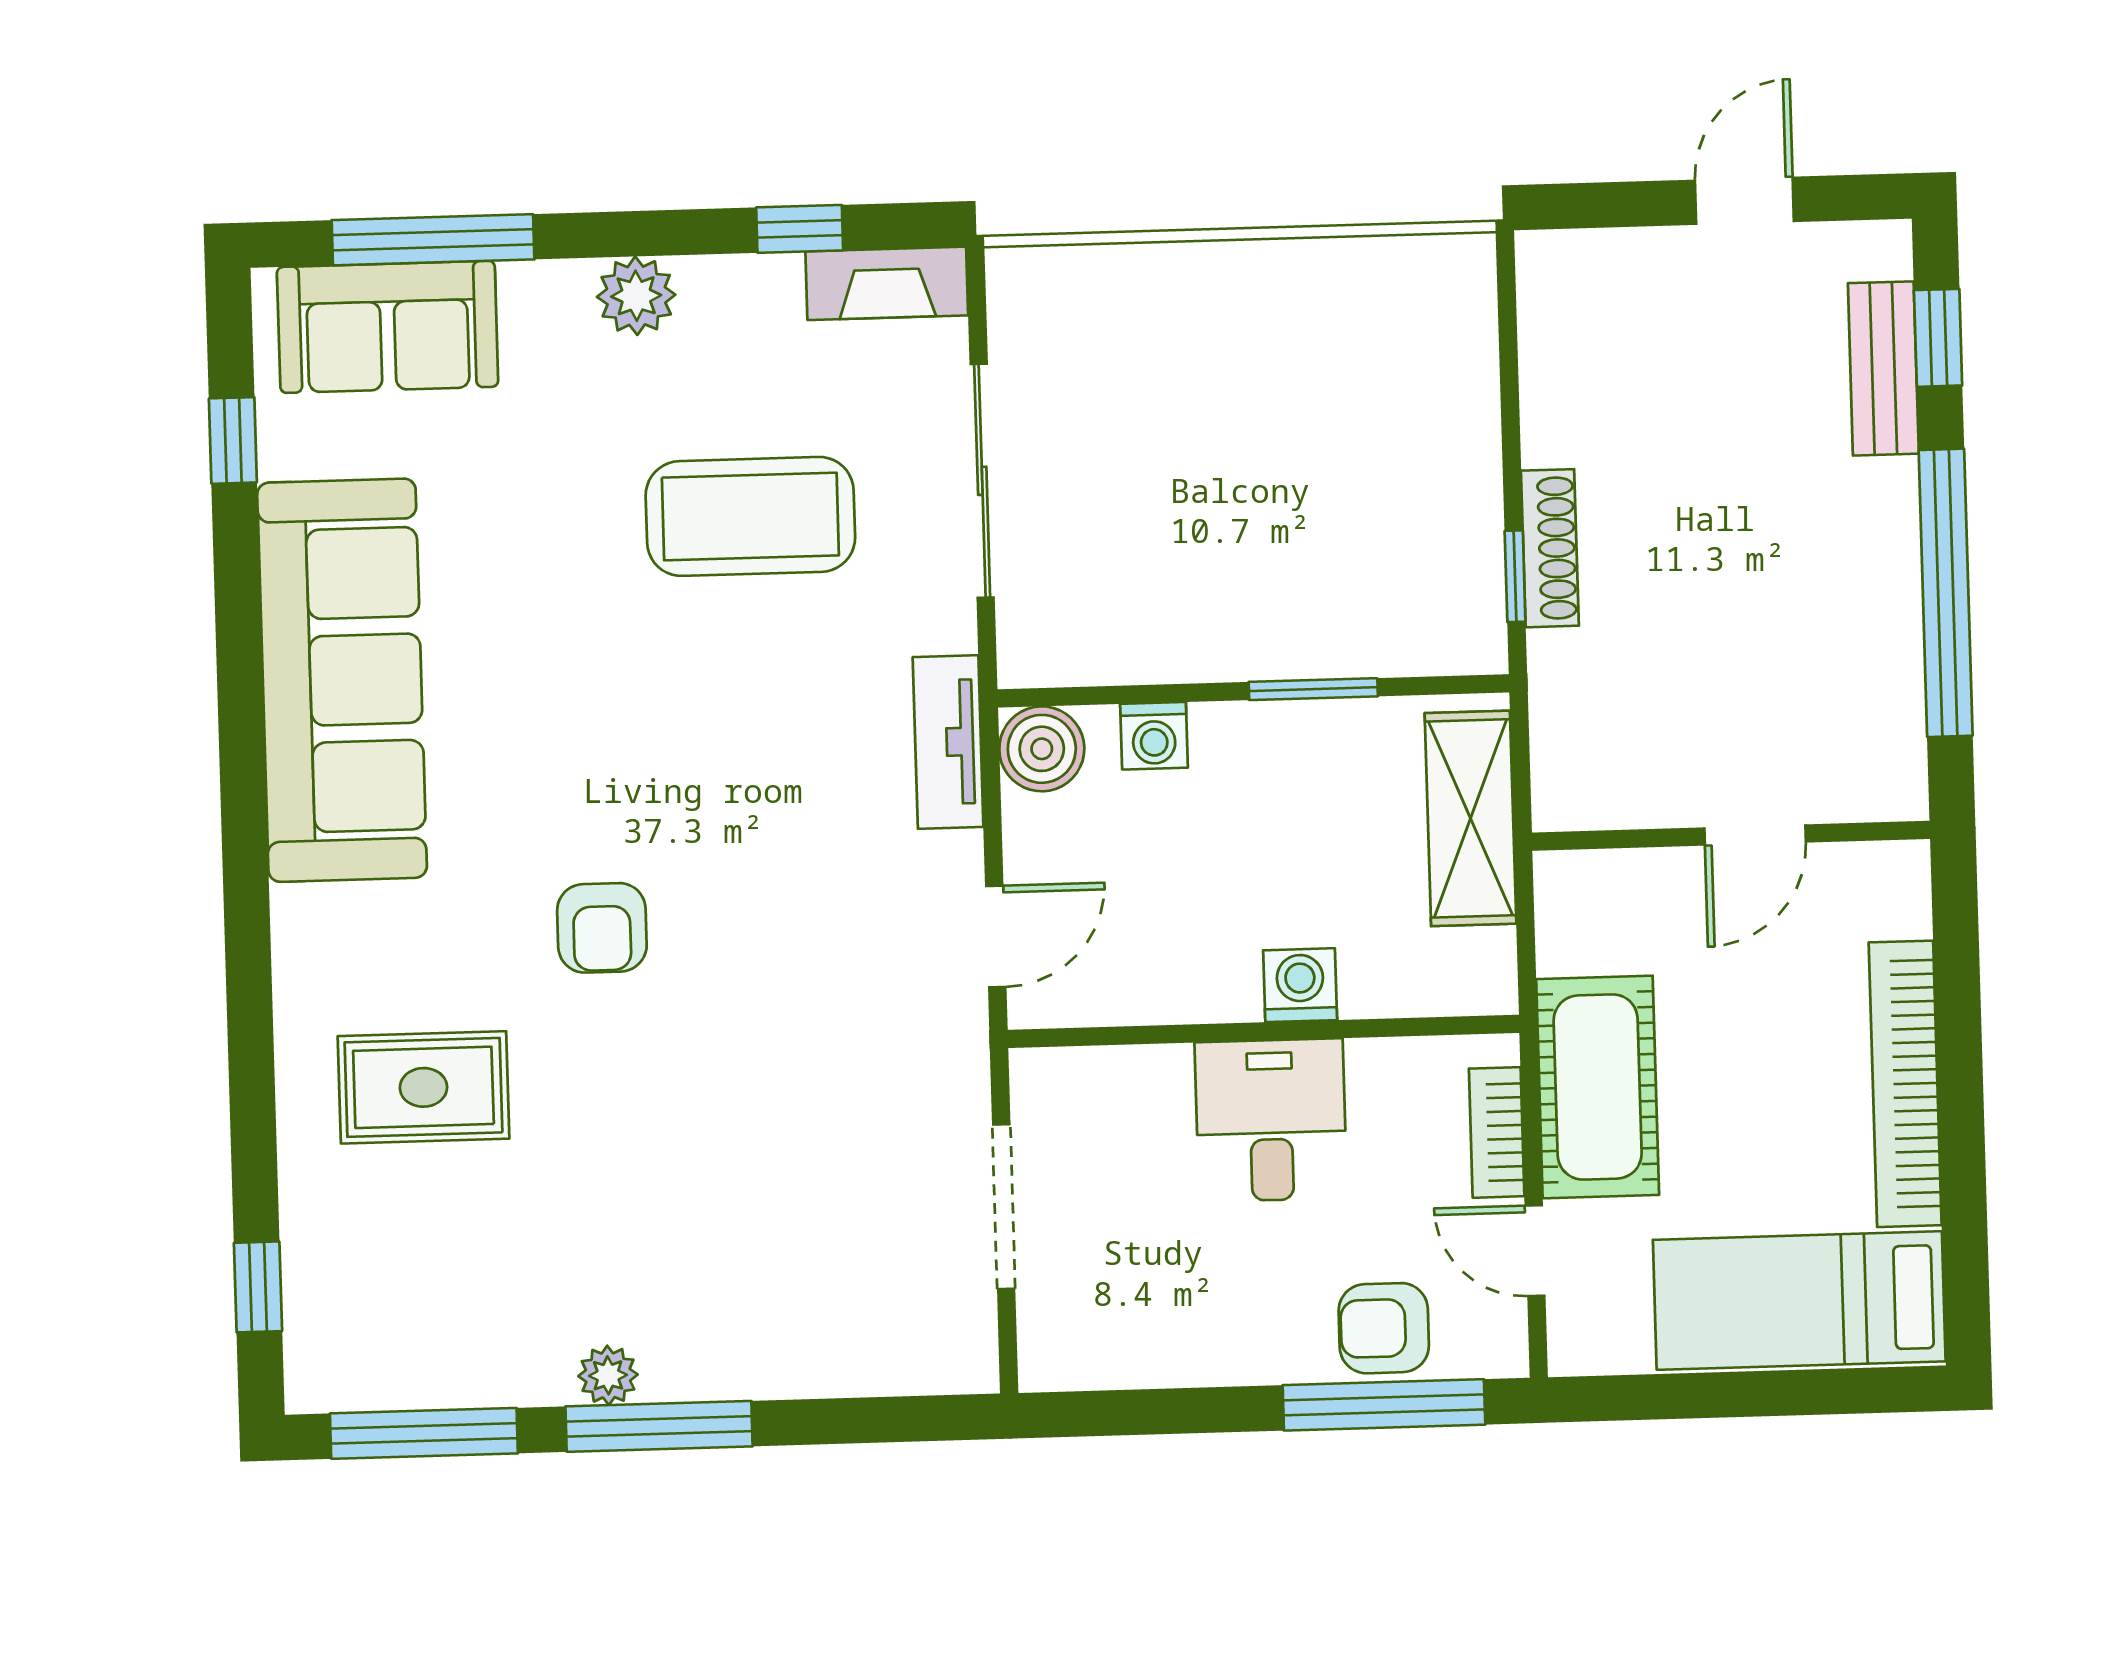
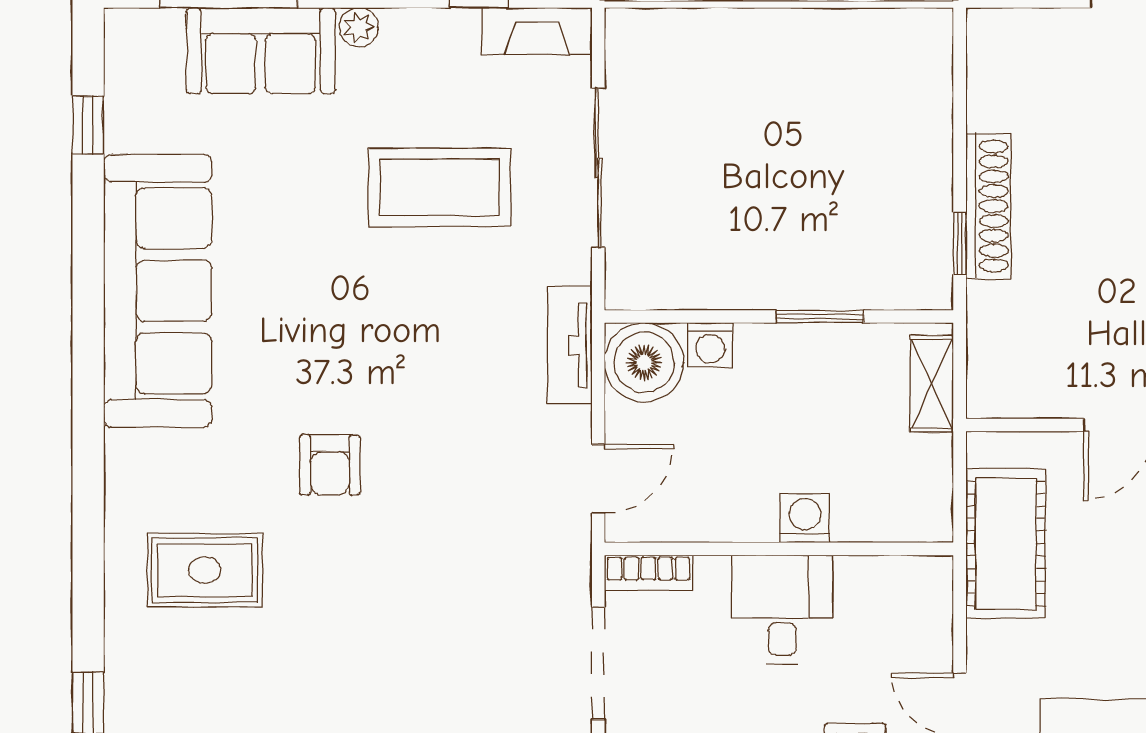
plant: (636, 296) -> (359, 27), width x0.73, depth x0.73
sofa: (388, 327) -> (261, 51), moved
shoe rack: (1550, 548) -> (988, 206), width x1.36, depth x1.24
boiler: (1042, 749) -> (644, 362), width x1.37, depth x1.37
shelving: (1470, 818) -> (932, 384), width x0.67, depth x0.75
cot: (1598, 1087) -> (1006, 544), moved
bookcase: (1497, 1132) -> (649, 573), moved, turned -90

